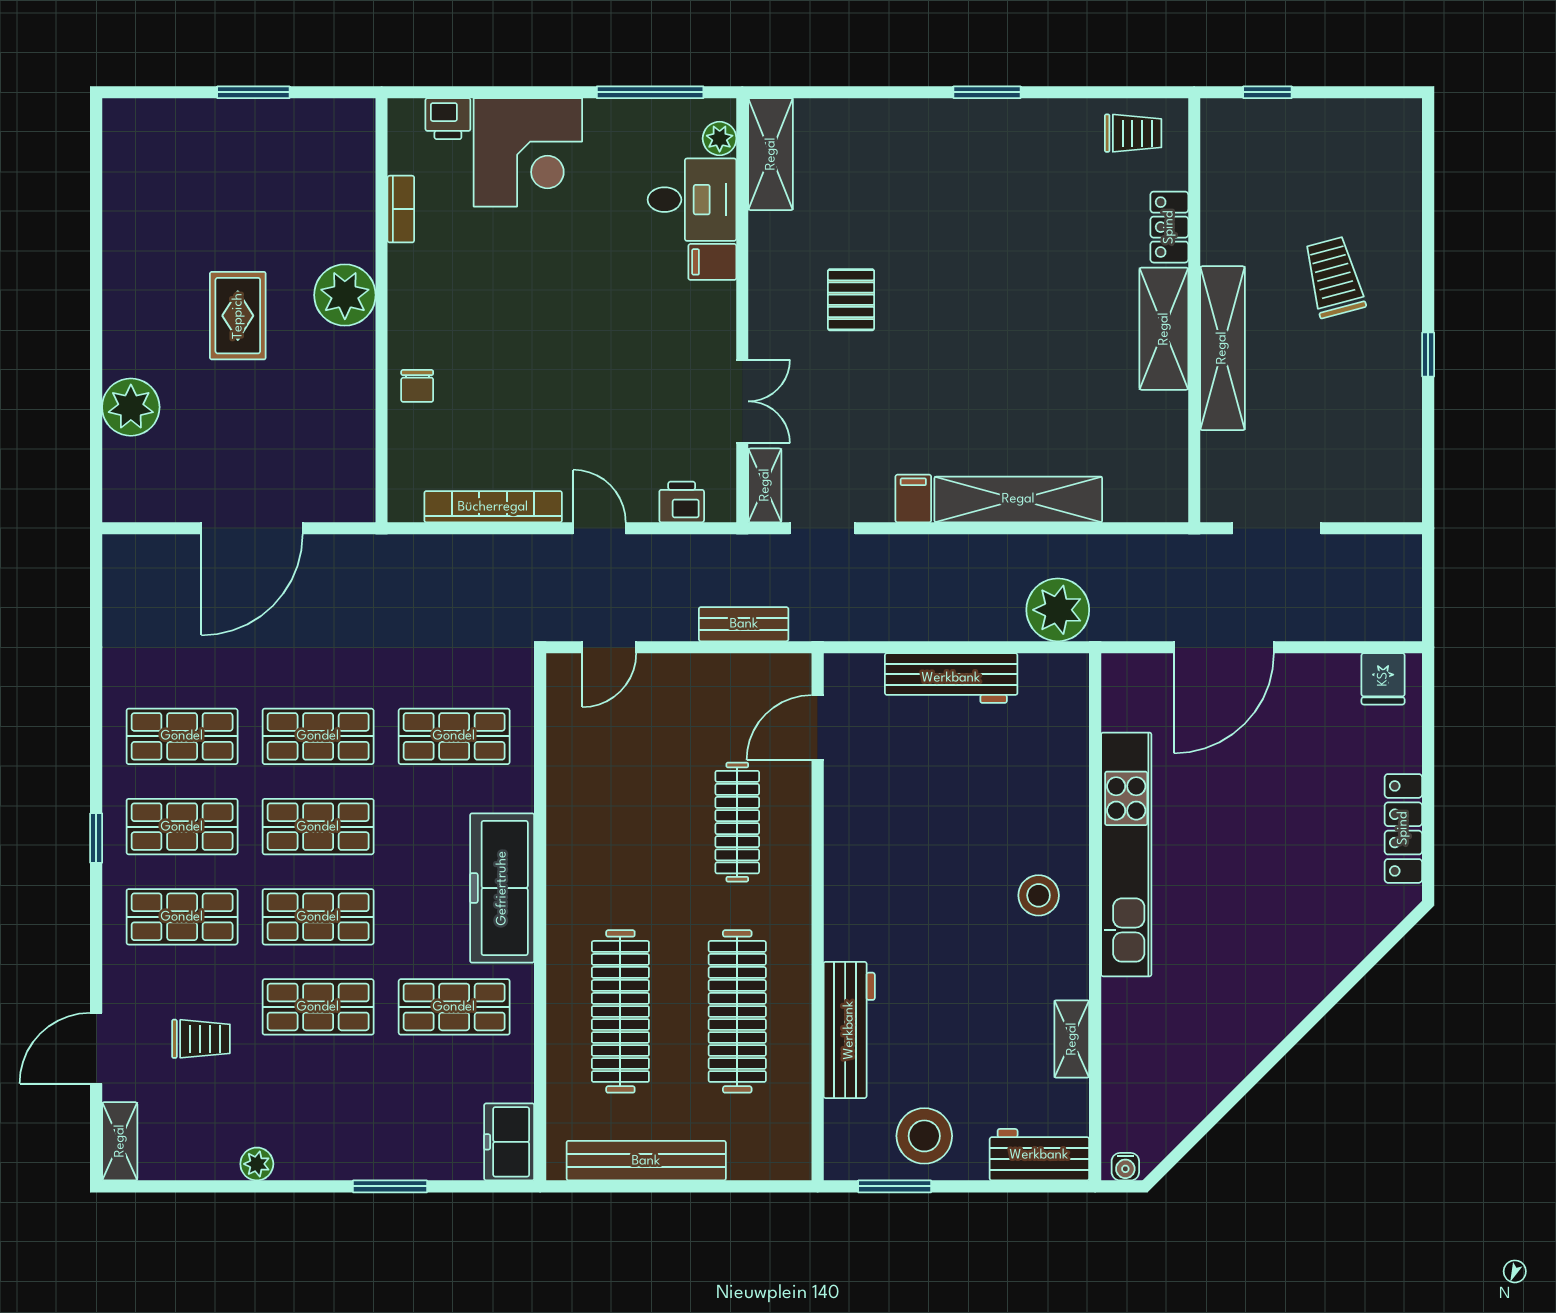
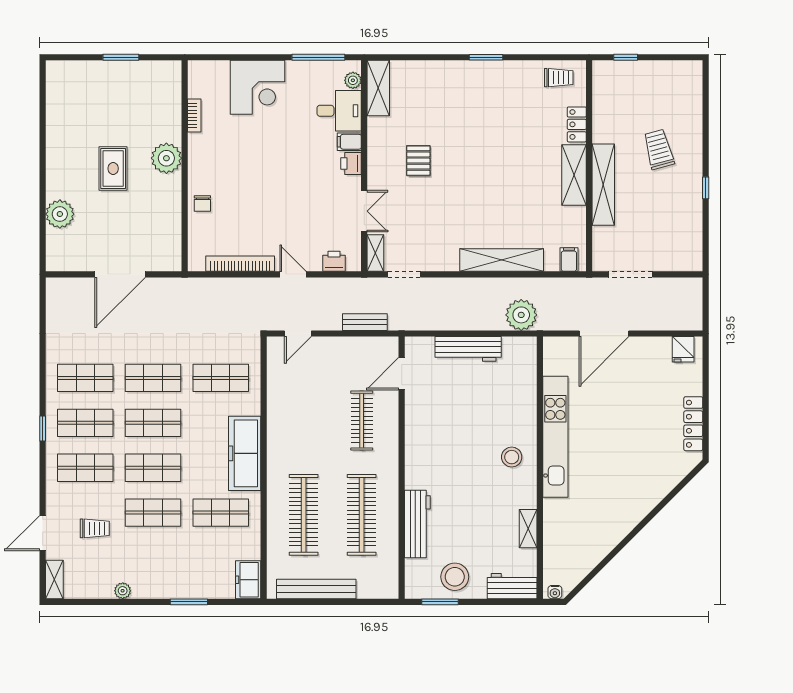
printer: (448, 119) -> (351, 163), moved, turned 90
filing cabinet: (913, 498) -> (569, 260), moved

